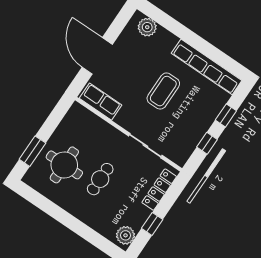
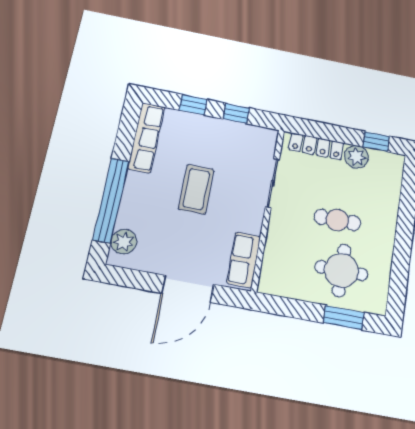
window: (180, 30) -> (111, 200), added
row of seats: (207, 67) -> (146, 138), width x0.73
coffee table: (163, 91) -> (196, 189), turned 90
window: (152, 224) -> (376, 142), moved
plant: (126, 235) -> (356, 157), moved

